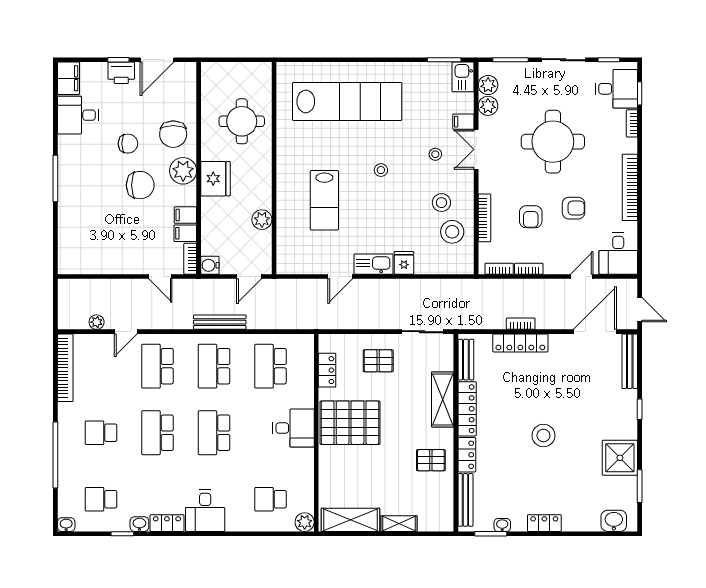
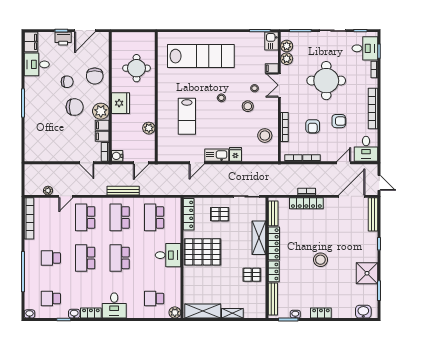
plant: (183, 171) -> (101, 111), moved
stool: (441, 203) -> (248, 106), moved
locker: (327, 370) -> (189, 214), width x1.53

